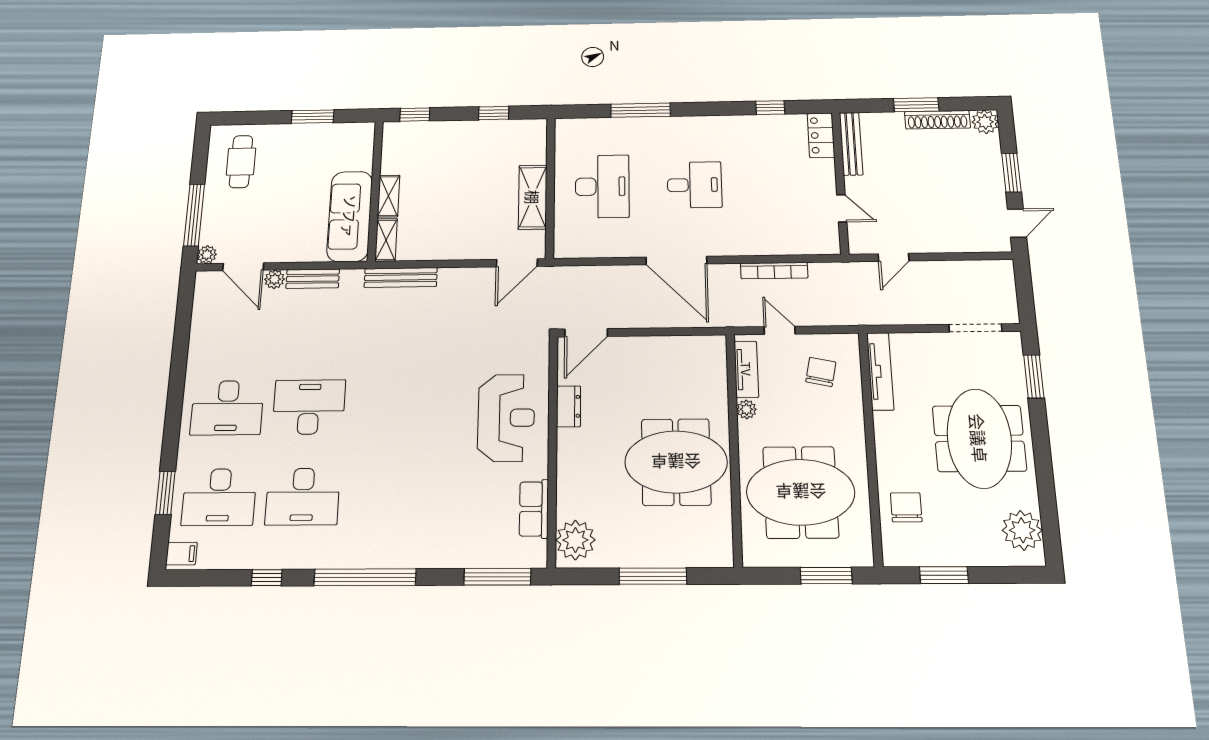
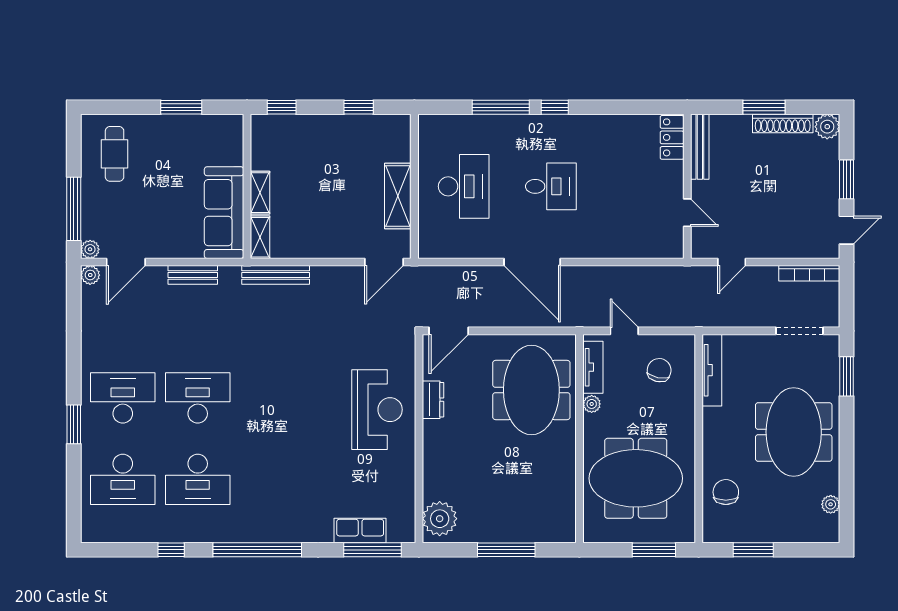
window: (770, 108) -> (555, 107), moved
door: (243, 267) -> (126, 262), hinge flipped
bookcase: (774, 271) -> (809, 273), moved
plant: (275, 279) -> (90, 275), moved
desk: (227, 408) -> (123, 398), turned 180
meeting table: (676, 462) -> (531, 390), moved, turned 90
window: (165, 493) -> (74, 424), moved
row of seats: (534, 509) -> (360, 531), moved, turned 90
plant: (1022, 530) -> (831, 504), width x0.53, depth x0.53
filing cabinet: (181, 554) -> (94, 529), removed

